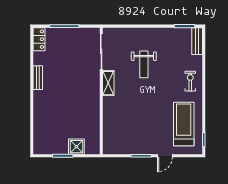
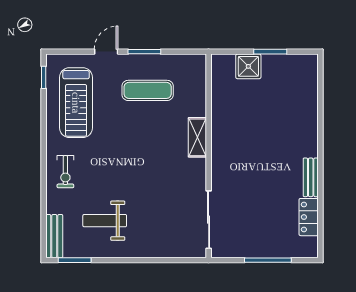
locker: (39, 39) -> (309, 217), moved
weight bench: (144, 64) -> (105, 221), moved, turned -90
shelving: (108, 83) -> (197, 137), moved
exercise mat: (139, 132) -> (148, 90), added

